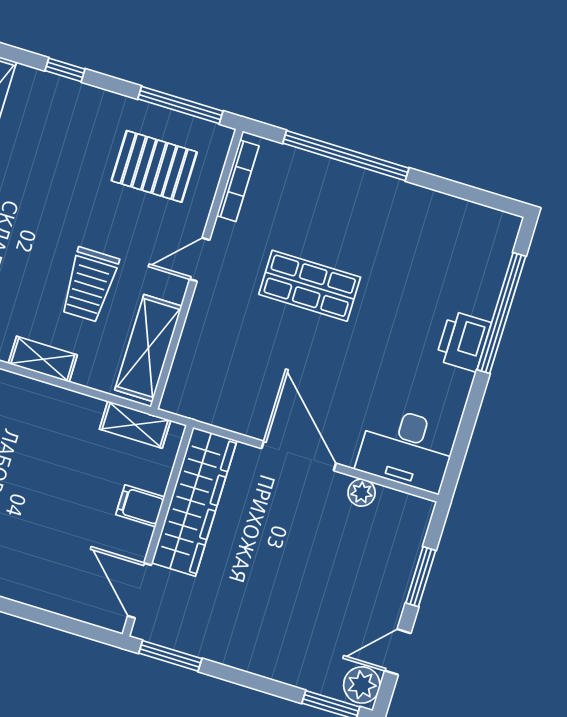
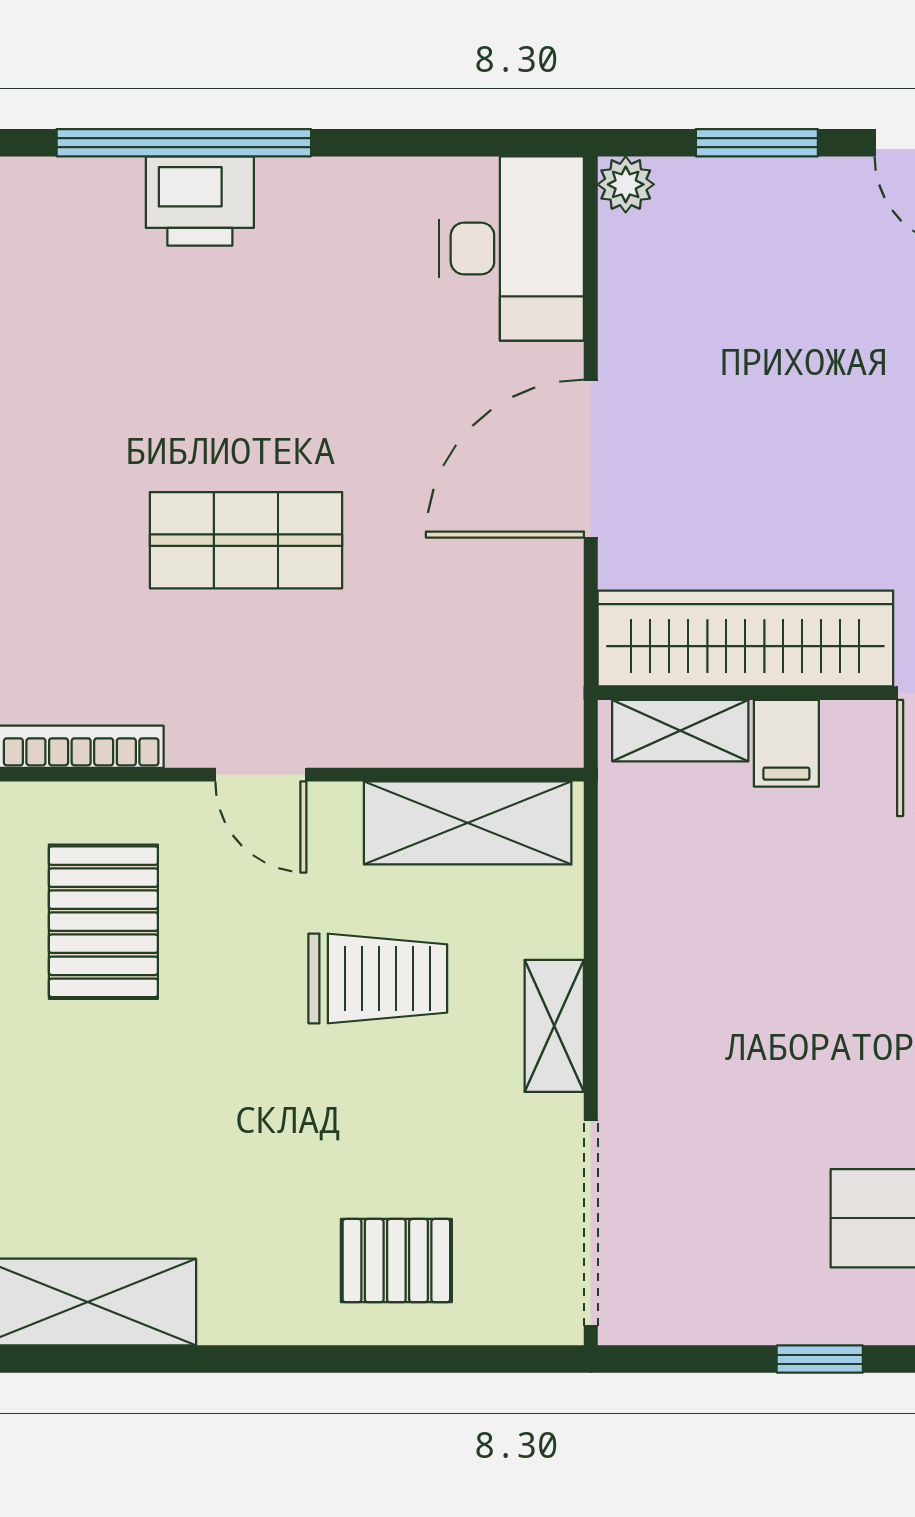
shop shelf: (310, 286) -> (246, 540), turned 90
printer: (463, 341) -> (200, 201), moved
shelving: (135, 425) -> (680, 731), moved, turned 90
plant: (362, 493) -> (626, 184), moved

